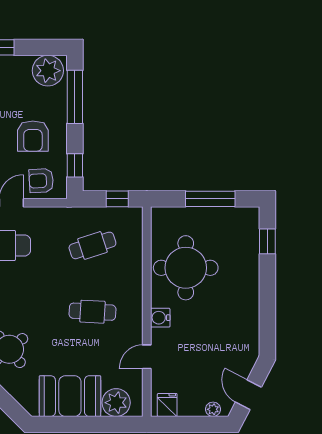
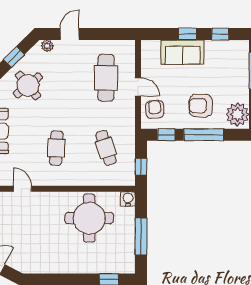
window: (75, 97) -> (204, 135), moved
armchair: (33, 136) -> (201, 106), moved
water cooler: (160, 318) -> (128, 199), moved

